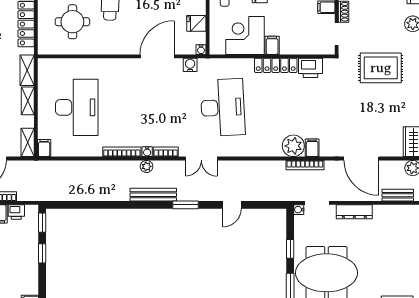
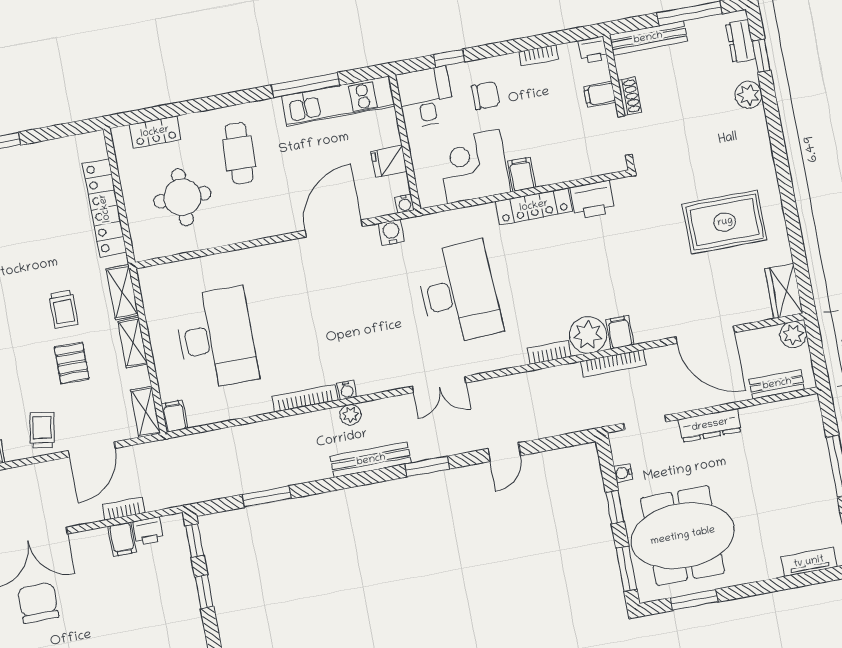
rug: (381, 68) -> (725, 222), moved
bookcase: (166, 152) -> (549, 352), moved
window: (89, 205) -> (267, 497), added
water cooler: (299, 210) -> (623, 473), moved

